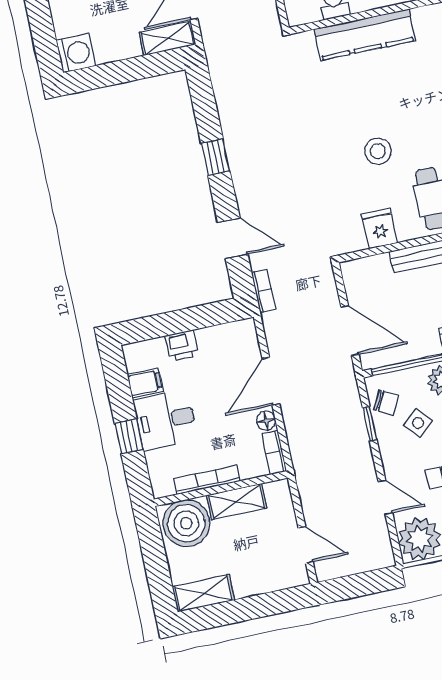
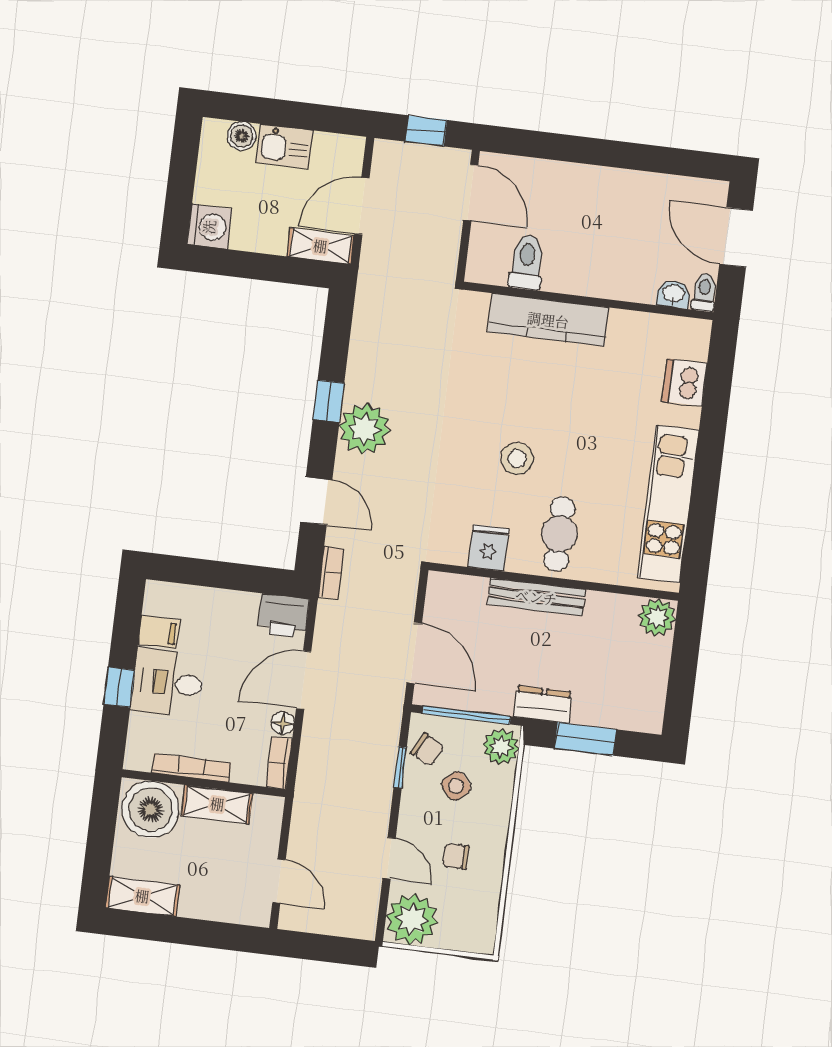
plant: (251, 169) -> (365, 429), added
printer: (182, 345) -> (283, 616), moved, width x1.36, depth x1.24

